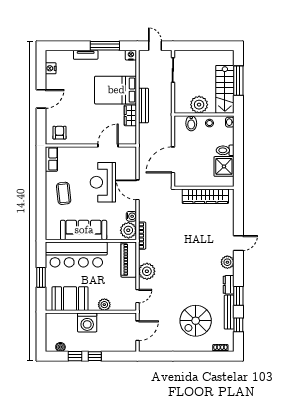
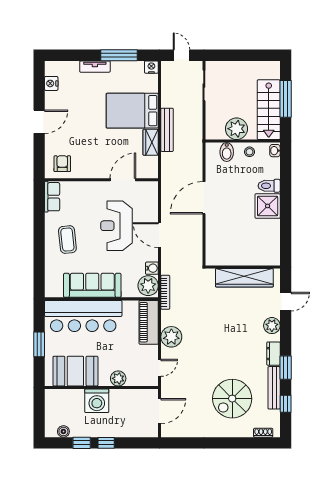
wall: (204, 188) -> (243, 267), moved
wardrobe: (205, 196) -> (244, 278), moved

